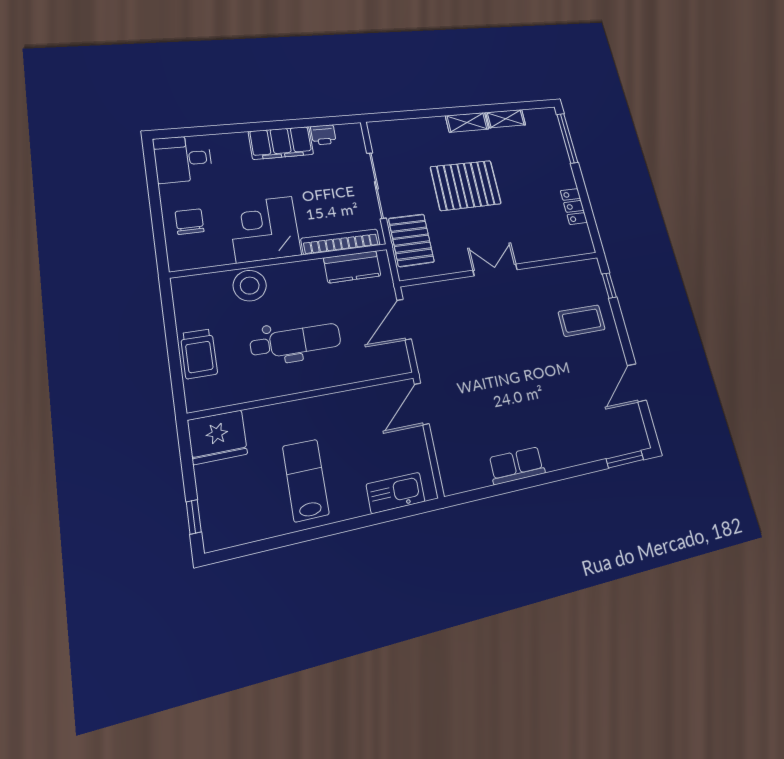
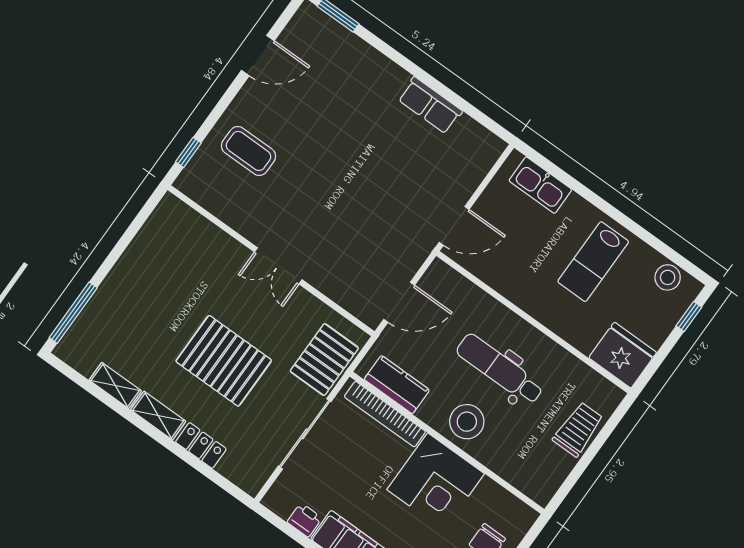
locker: (574, 206) -> (201, 445), moved, turned -90
stool: (250, 286) -> (467, 422), moved
stool: (239, 528) -> (668, 277), added

